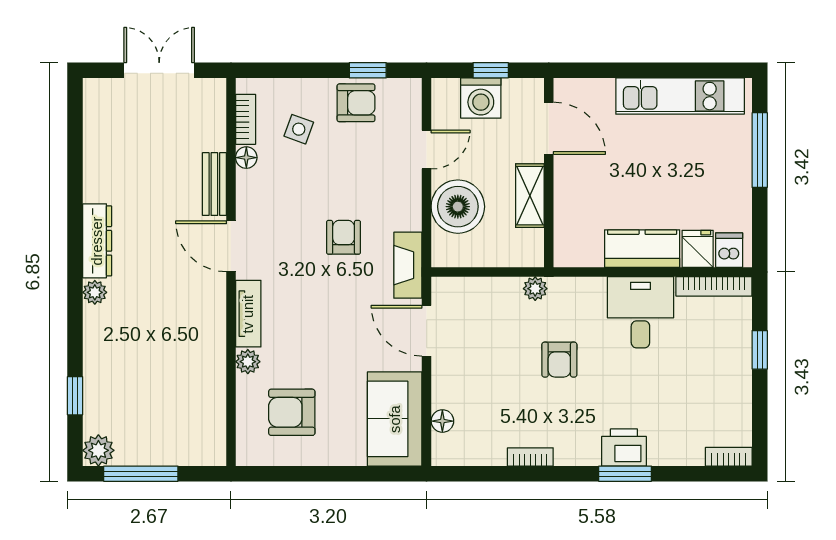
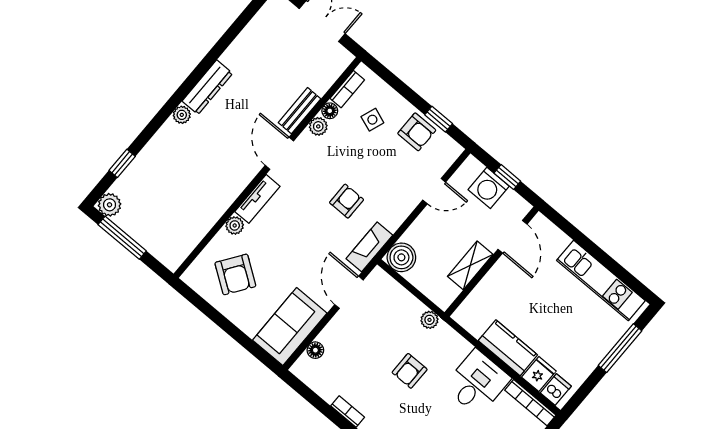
plant: (248, 184) -> (318, 126), added
boiler: (458, 207) -> (401, 257), moved, width x0.73, depth x0.73
armchair: (292, 412) -> (235, 274), turned -145

